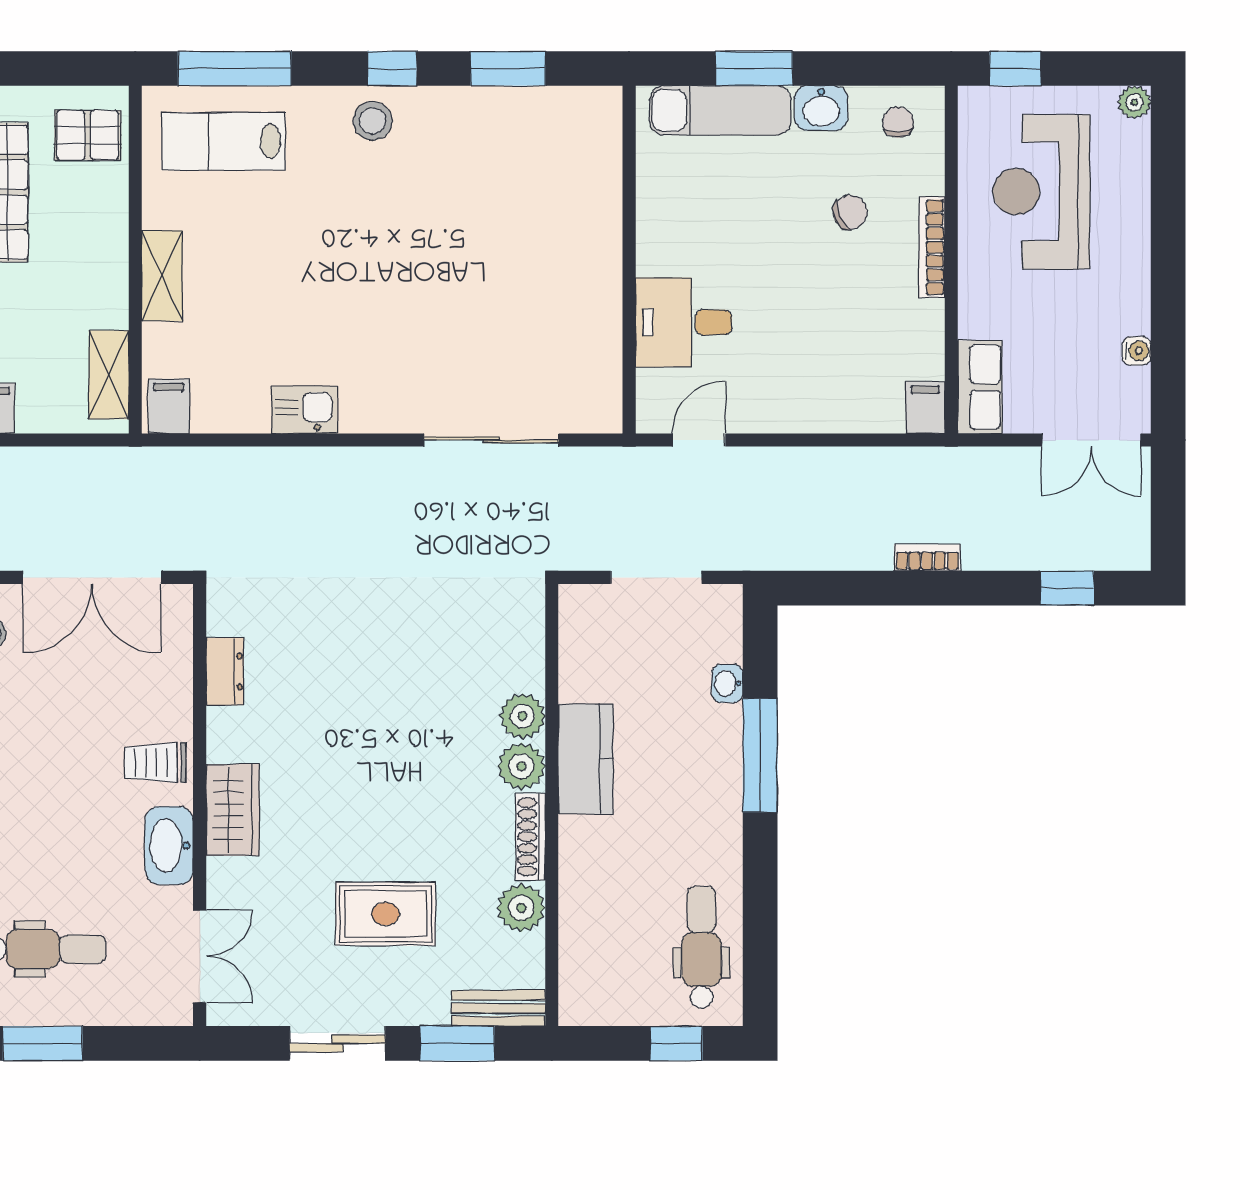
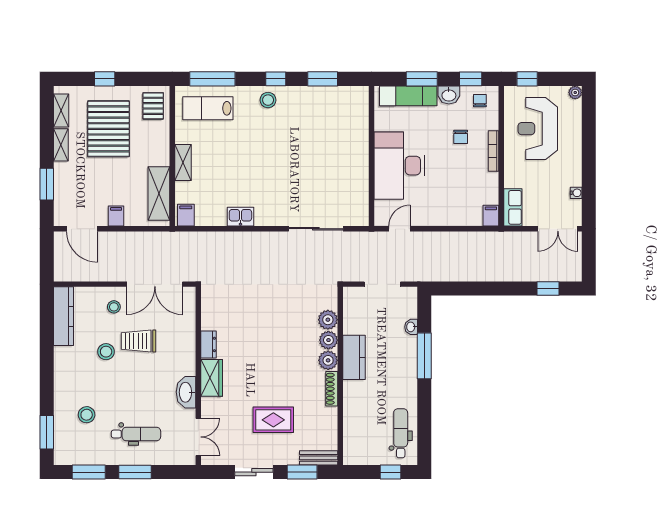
window: (875, 68) -> (471, 79), added
pallet: (88, 135) -> (153, 106), turned 90
chair: (850, 212) -> (461, 137), turned 114
desk: (684, 322) -> (399, 166), width x1.87, depth x1.30
shelving: (109, 375) -> (159, 193), width x1.50, depth x1.33
bookcase: (927, 558) -> (492, 276), removed
dresser: (225, 671) -> (208, 344), moved
trolley: (155, 763) -> (138, 341), moved, width x1.36, depth x1.39
plant: (521, 908) -> (328, 320), moved

